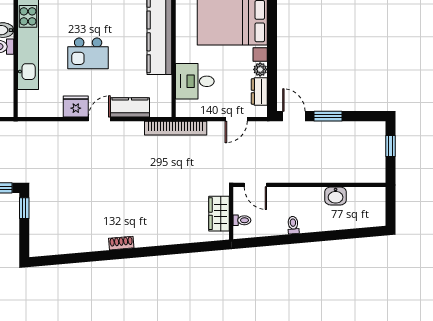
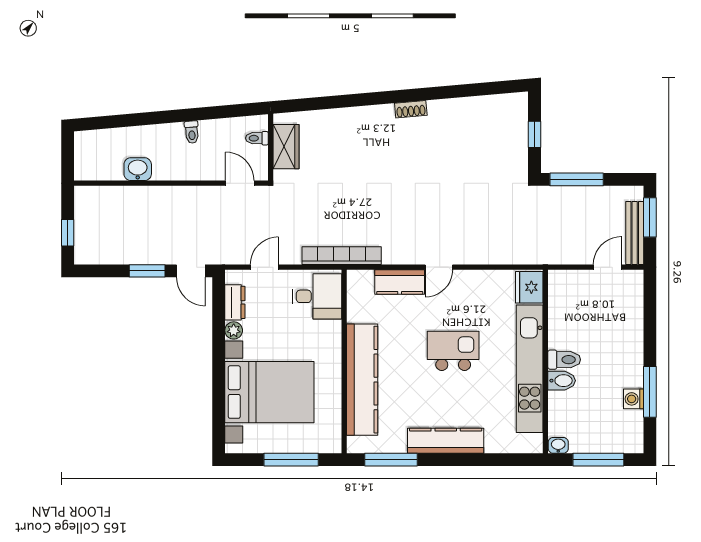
desk: (195, 81) -> (317, 296), moved
fridge: (76, 106) -> (529, 287), moved, turned 90
window: (24, 208) -> (534, 134), moved

